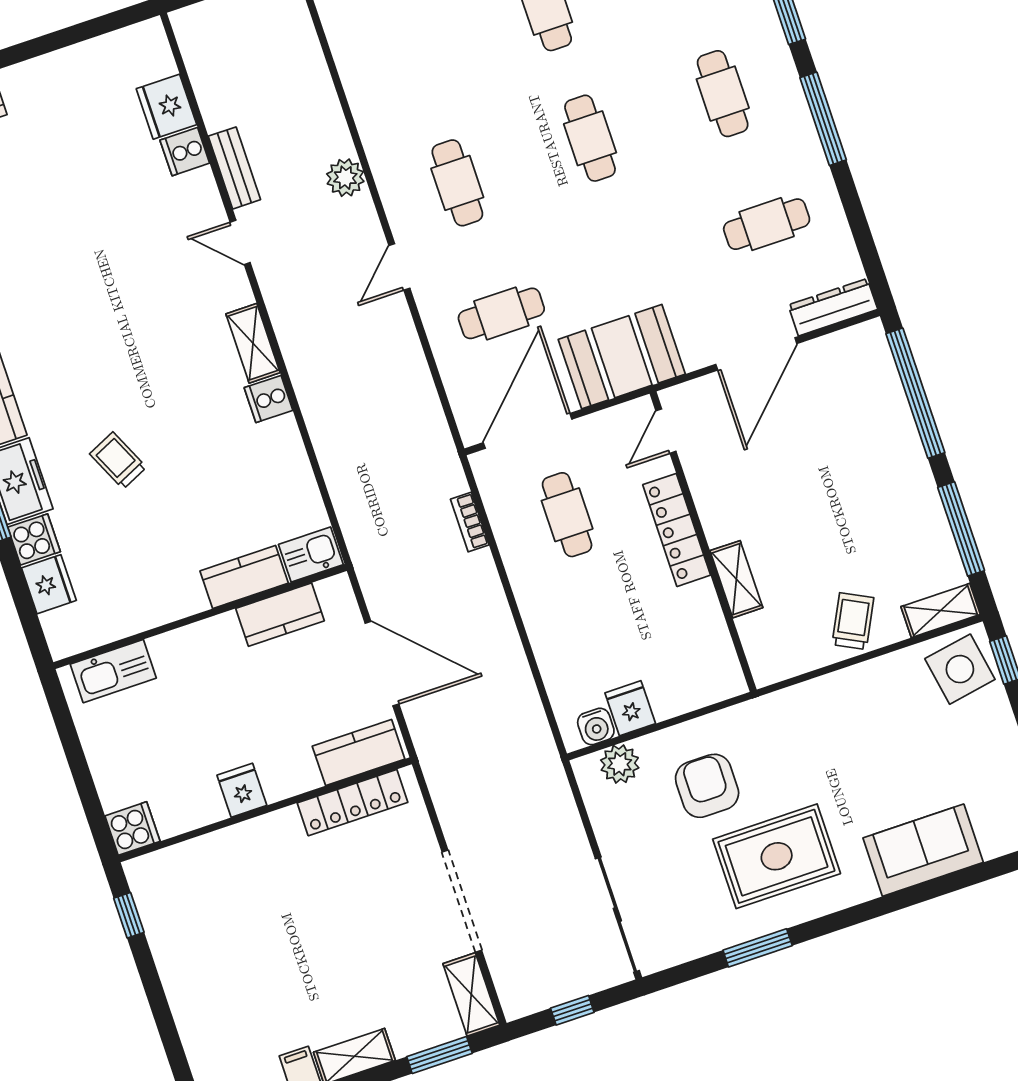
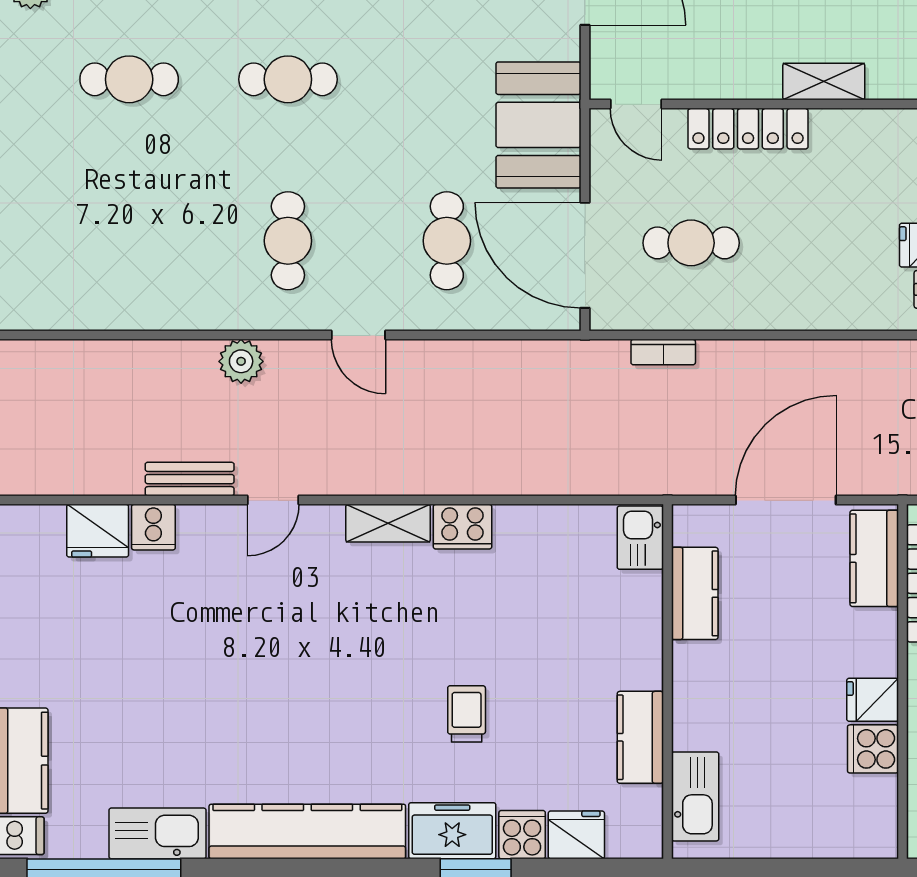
cafe table: (457, 183) -> (288, 241), turned 90
cooker: (269, 399) -> (462, 527), width x1.36
trolley: (118, 460) -> (467, 714), turned 115
kitchen counter: (244, 577) -> (640, 737), moved
cooker: (132, 829) -> (873, 749), moved, turned -90

